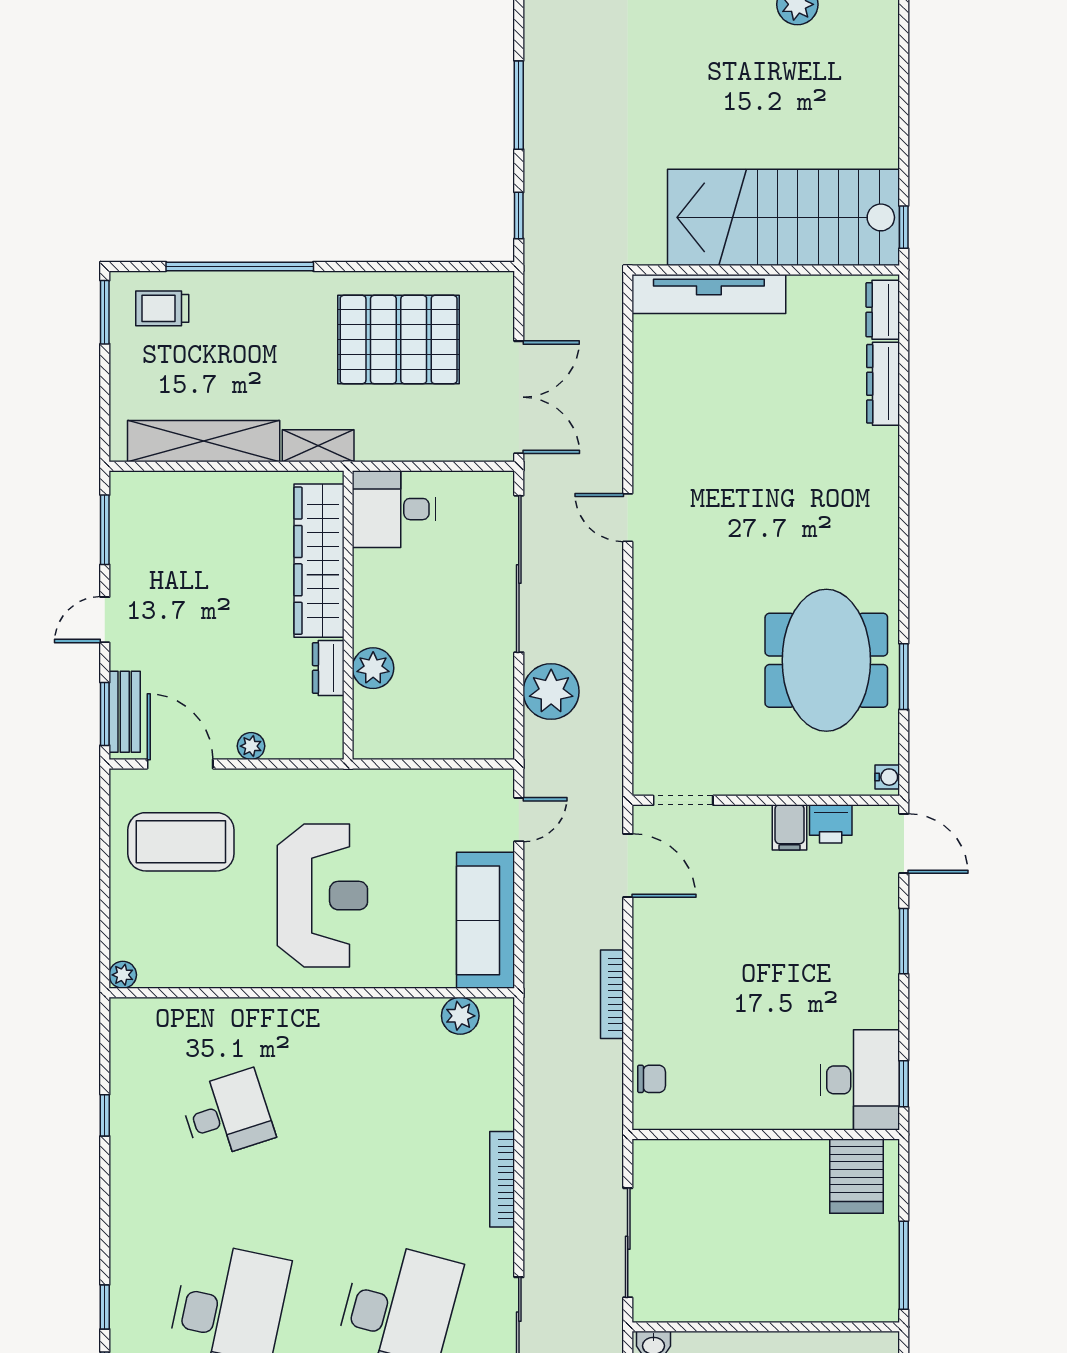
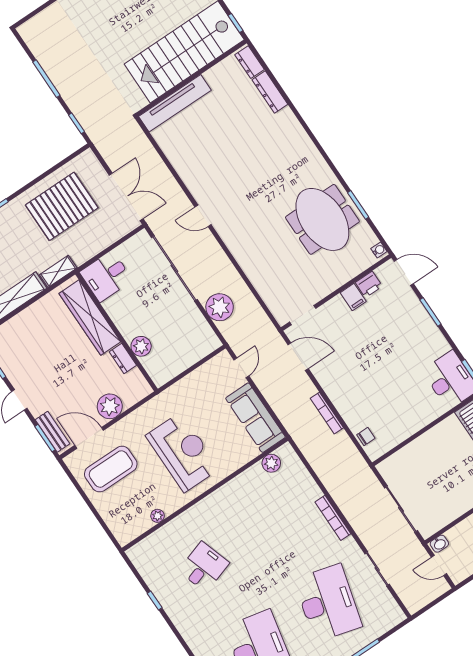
plant: (251, 746) -> (110, 406), width x1.88, depth x1.88
plant: (123, 975) -> (158, 516), moved

